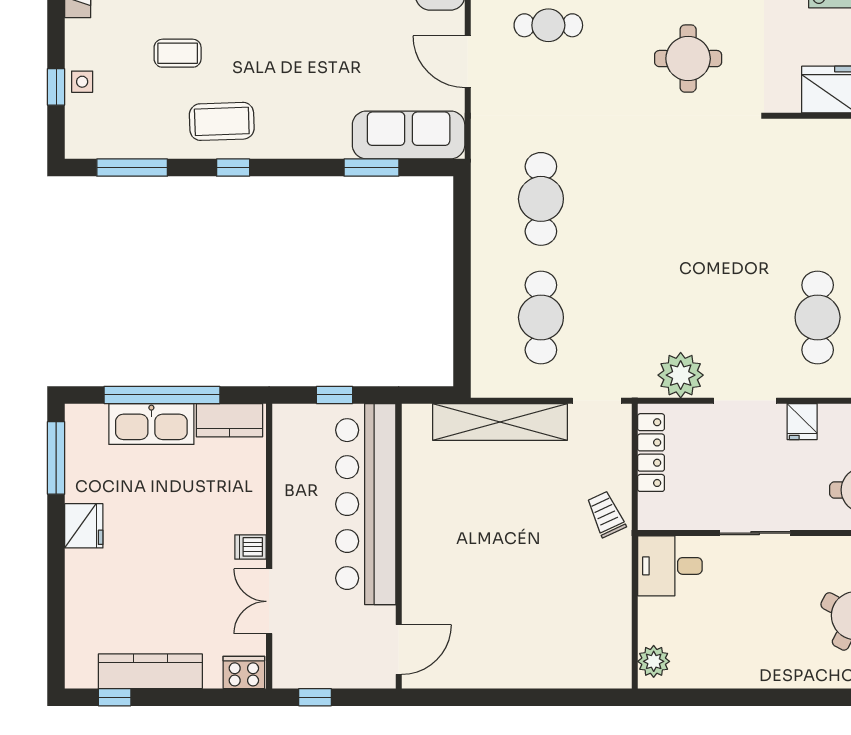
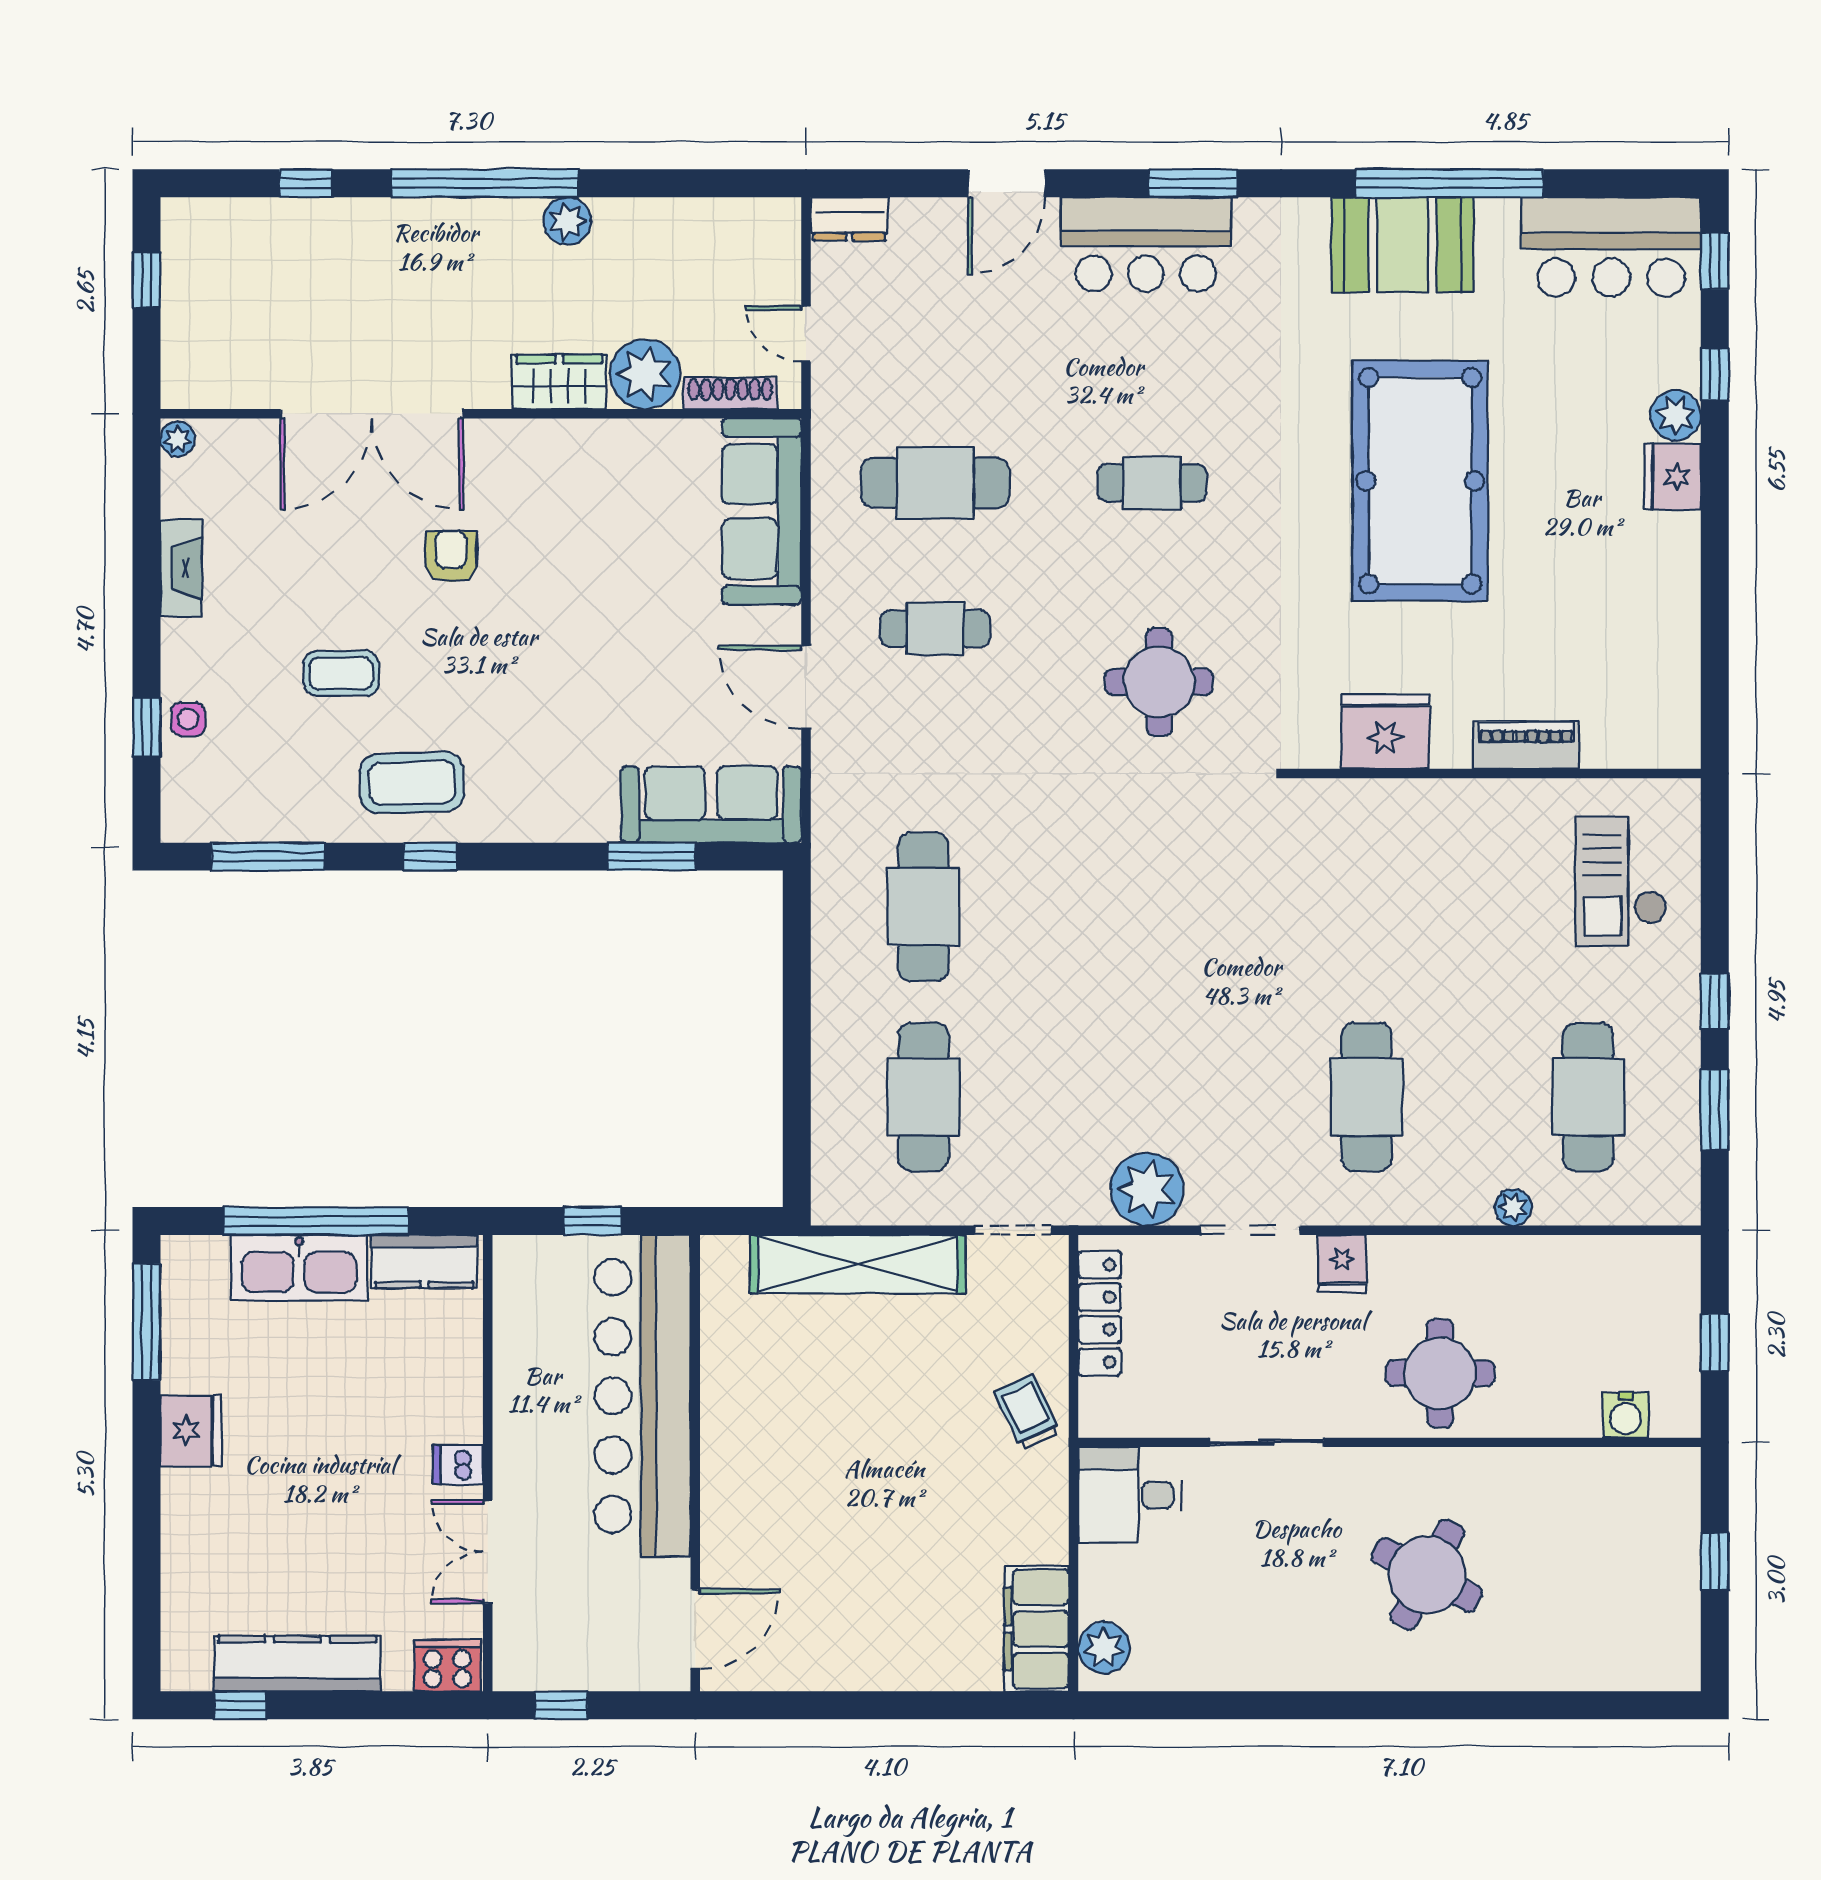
filing cabinet: (612, 649) -> (1036, 1629), added

